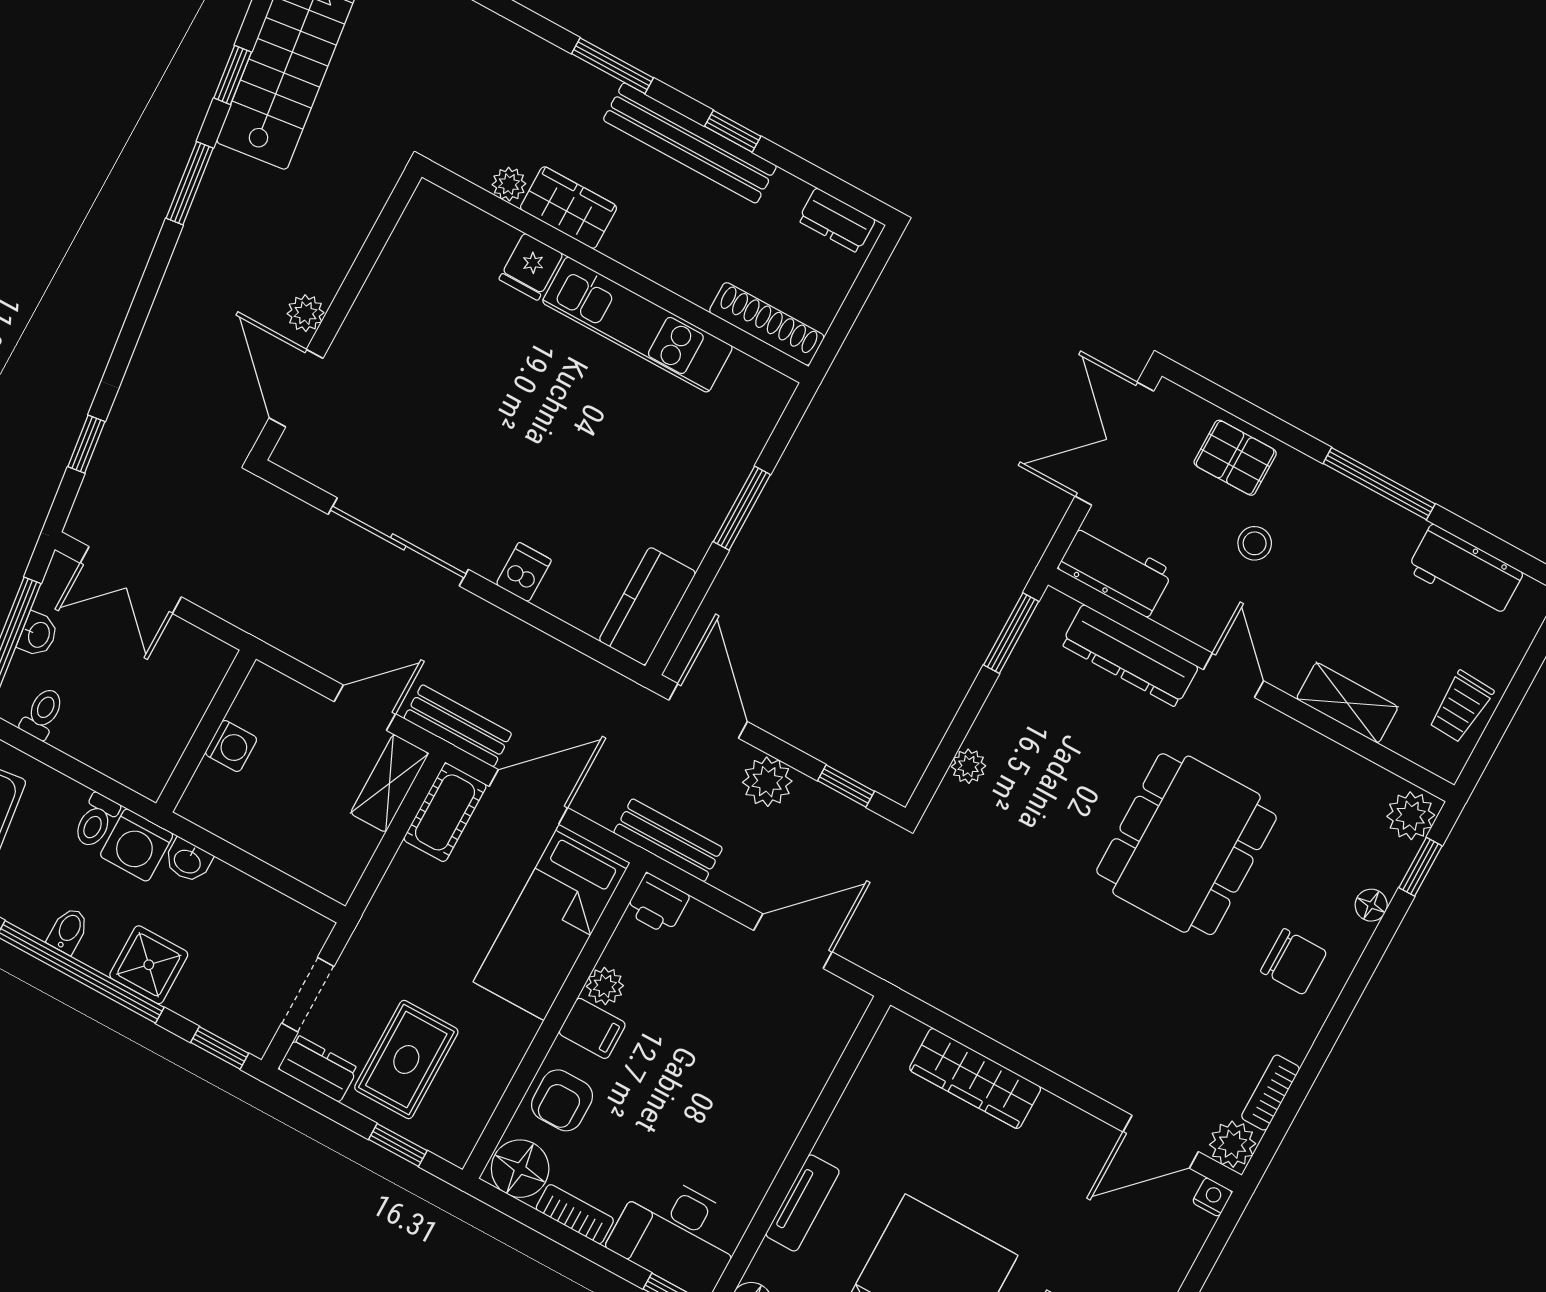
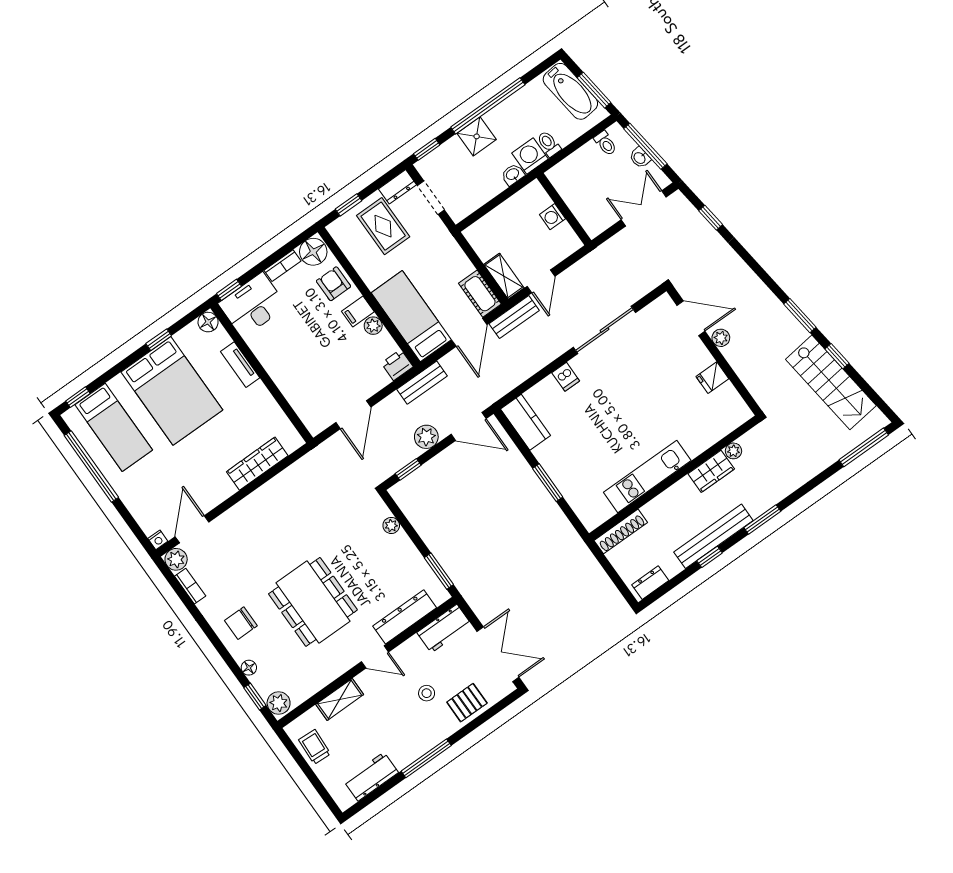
fridge: (531, 267) -> (712, 378), moved, turned -90
bidet: (68, 931) -> (508, 109), removed

